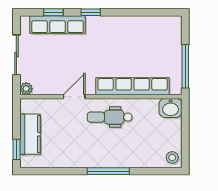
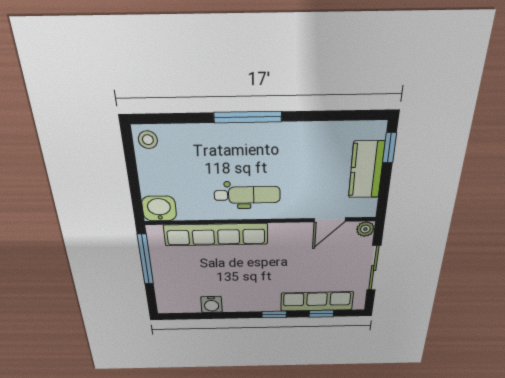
water cooler: (139, 23) -> (212, 304), added
door: (74, 97) -> (330, 220), moved

